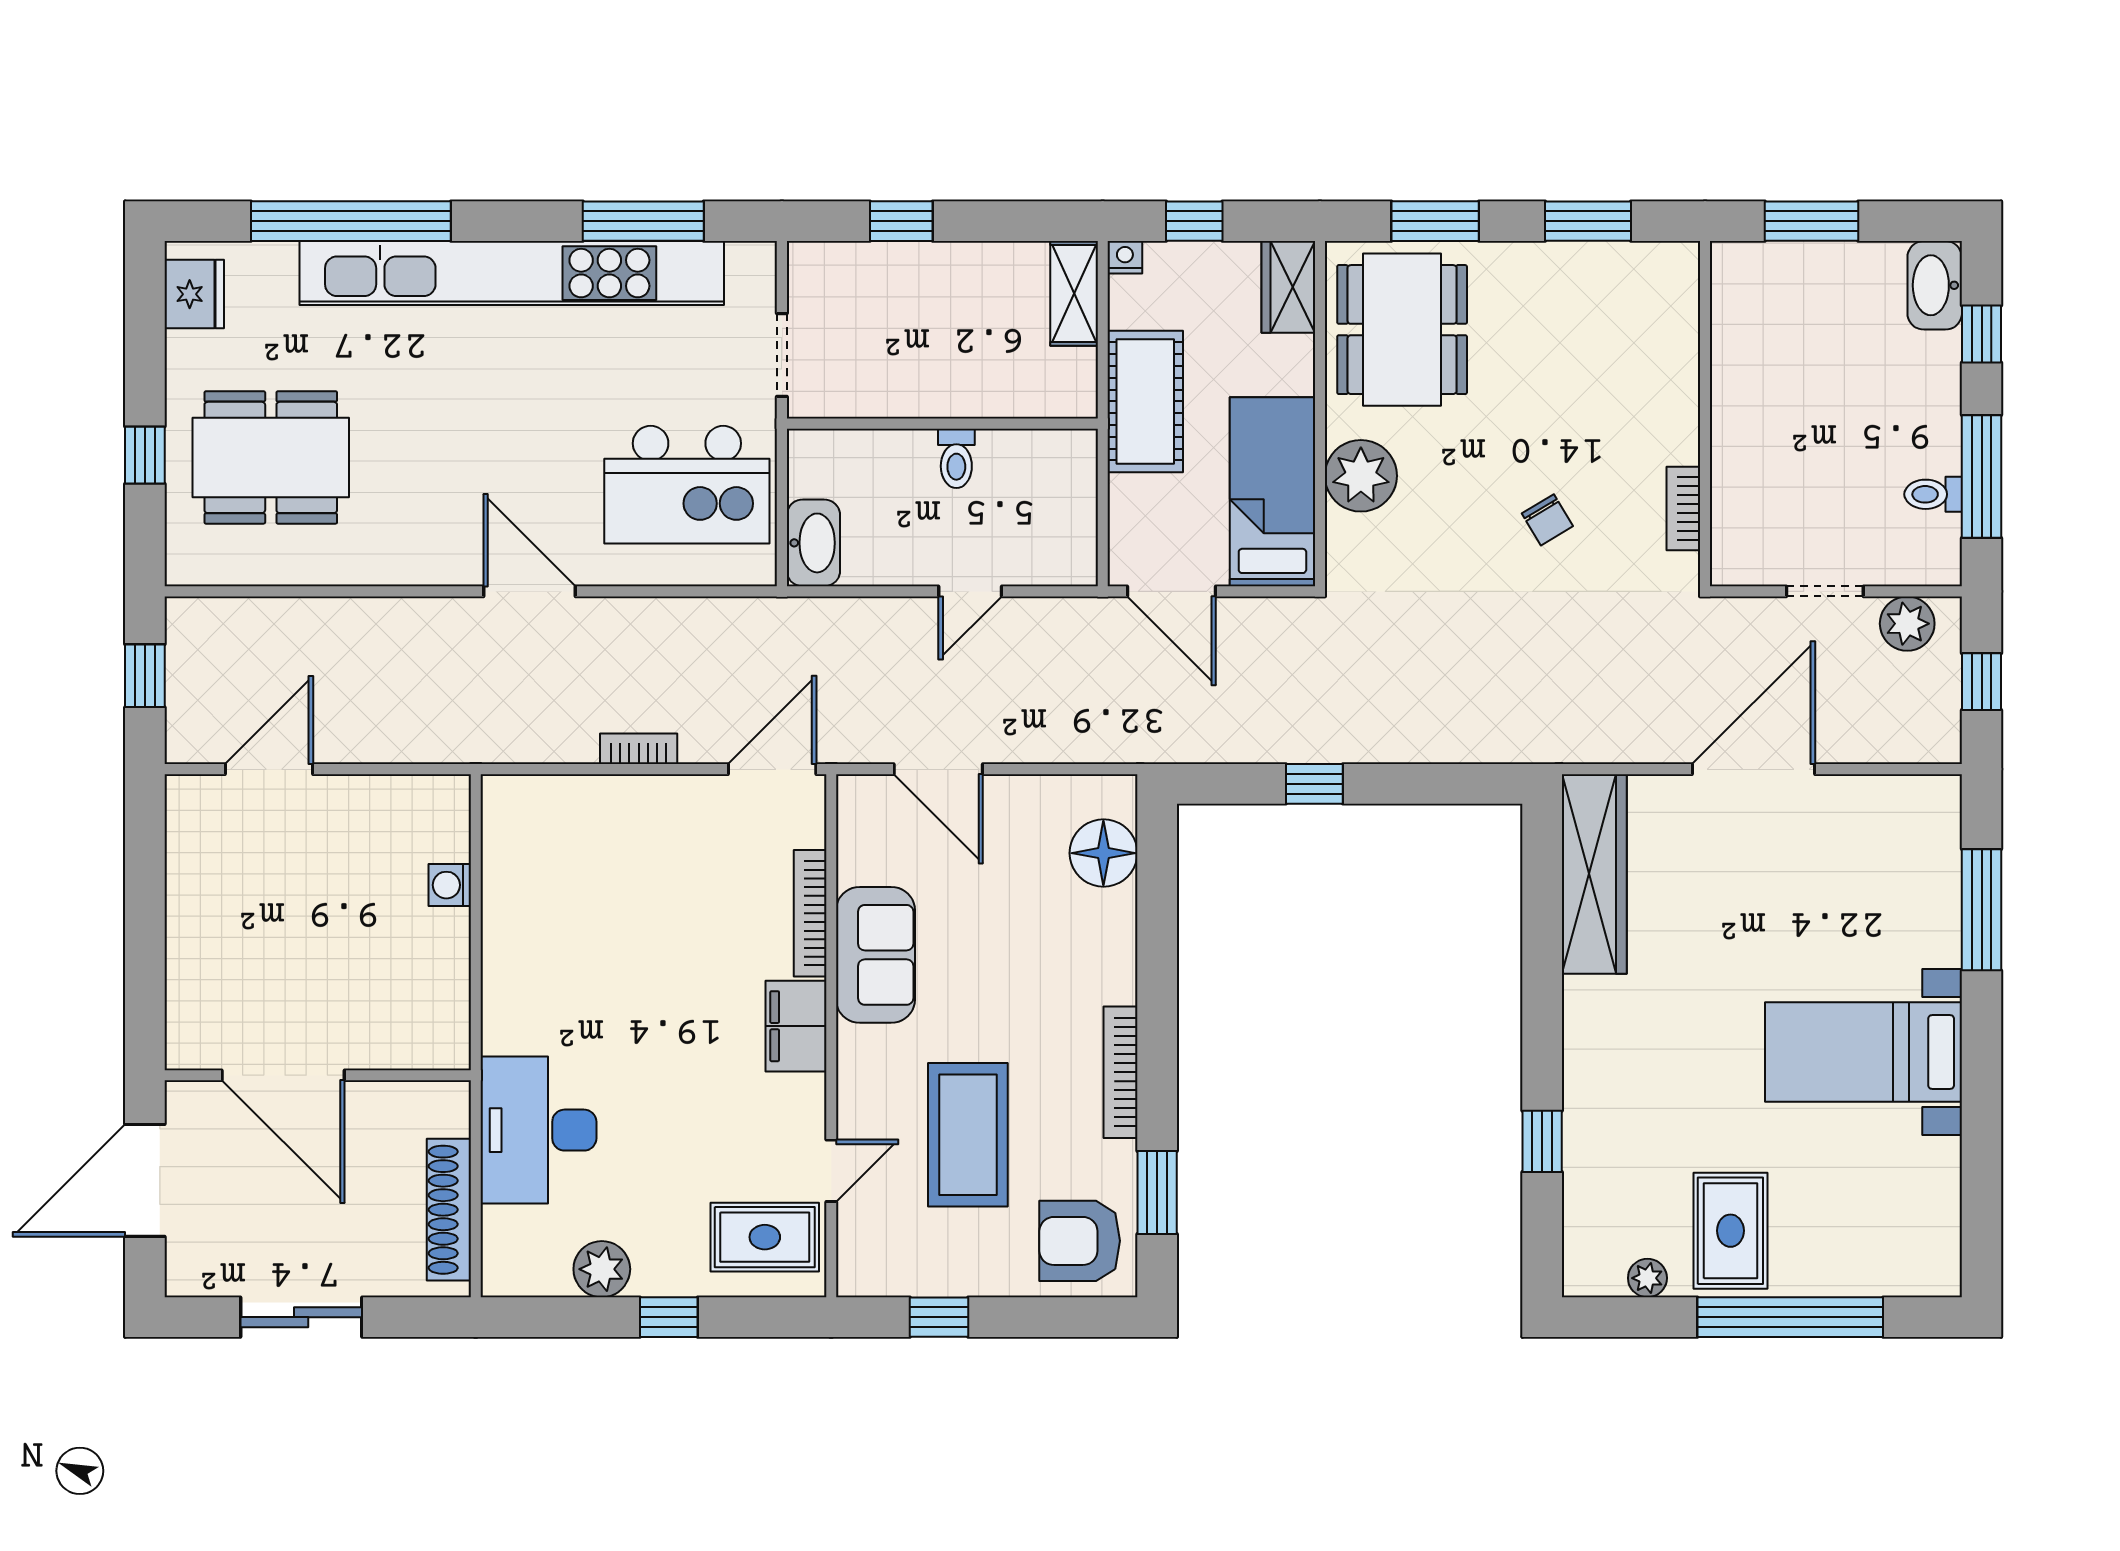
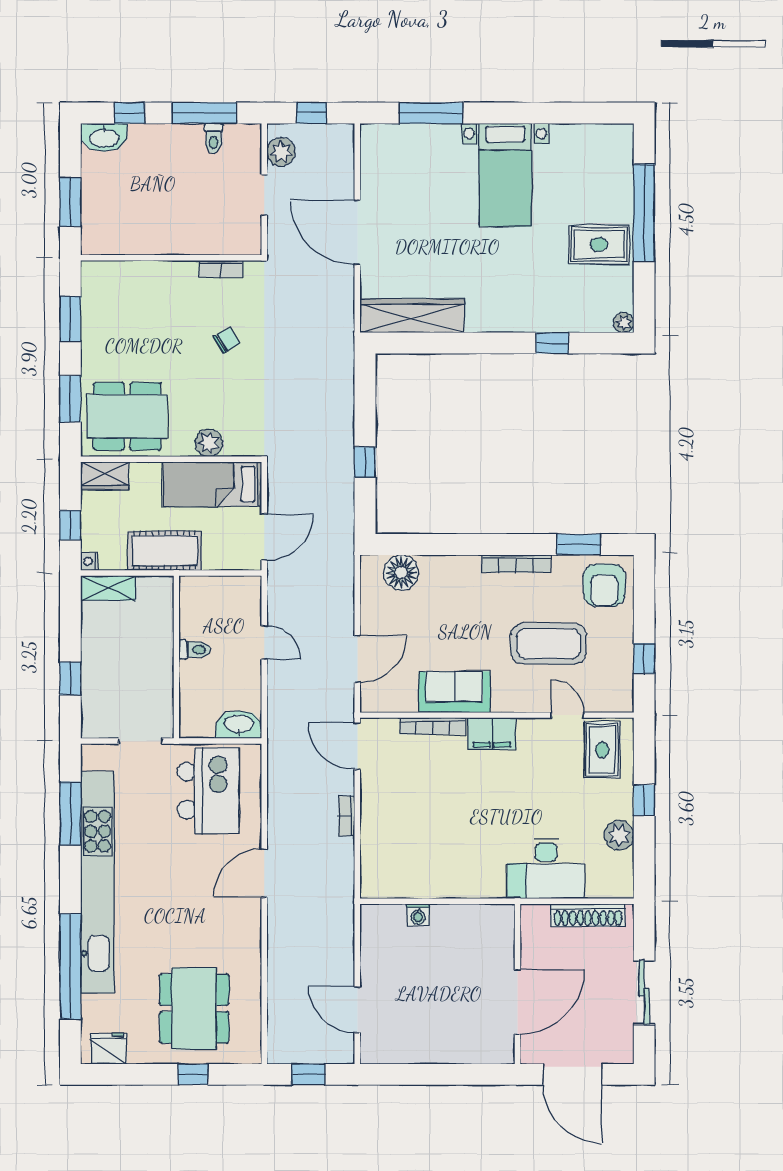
plant: (1361, 476) -> (209, 443), width x0.73, depth x0.73
plant: (1647, 1278) -> (624, 323), moved

